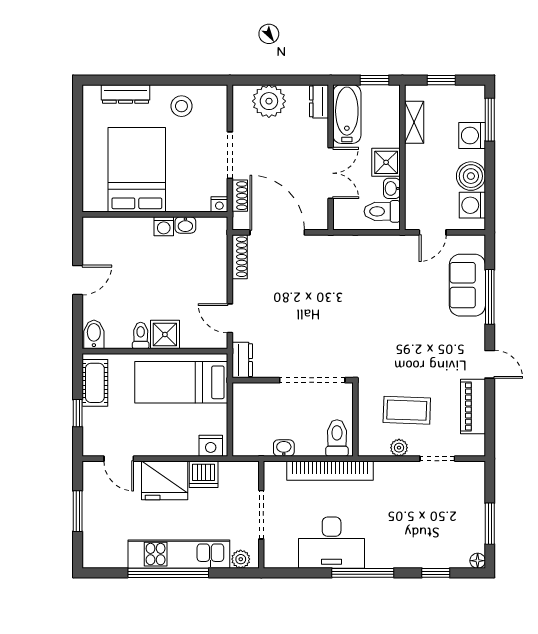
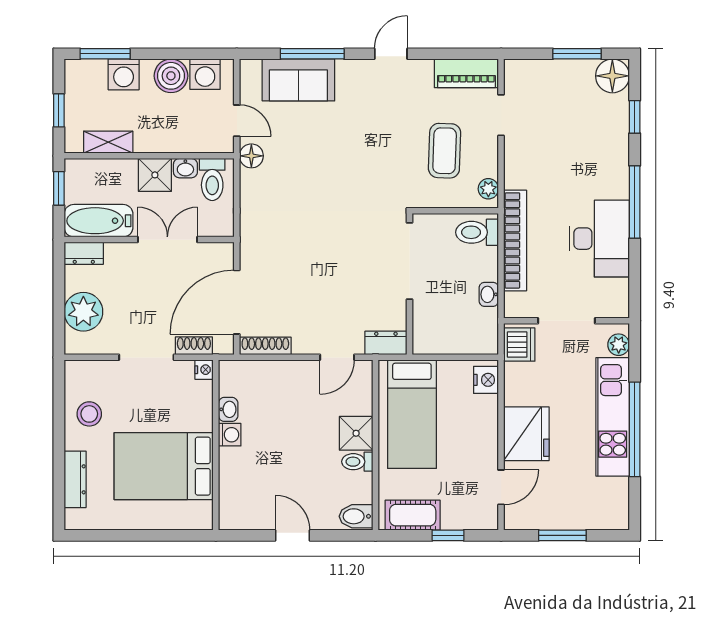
floor lamp: (402, 245) -> (251, 156), added
piano: (473, 406) -> (466, 73), moved
plant: (399, 448) -> (488, 189), moved
dishwasher: (204, 474) -> (519, 345), moved
floor lamp: (478, 561) -> (612, 76), width x1.89, depth x1.89

